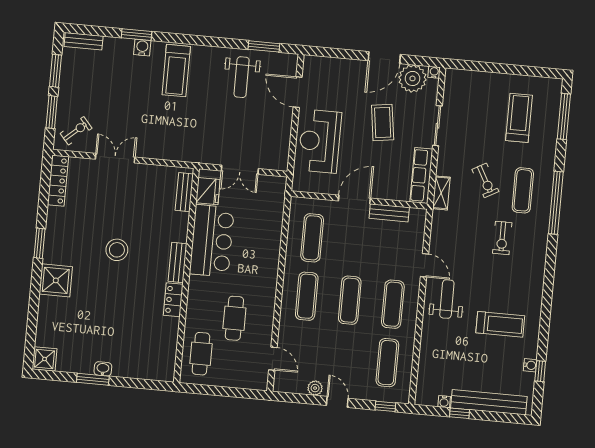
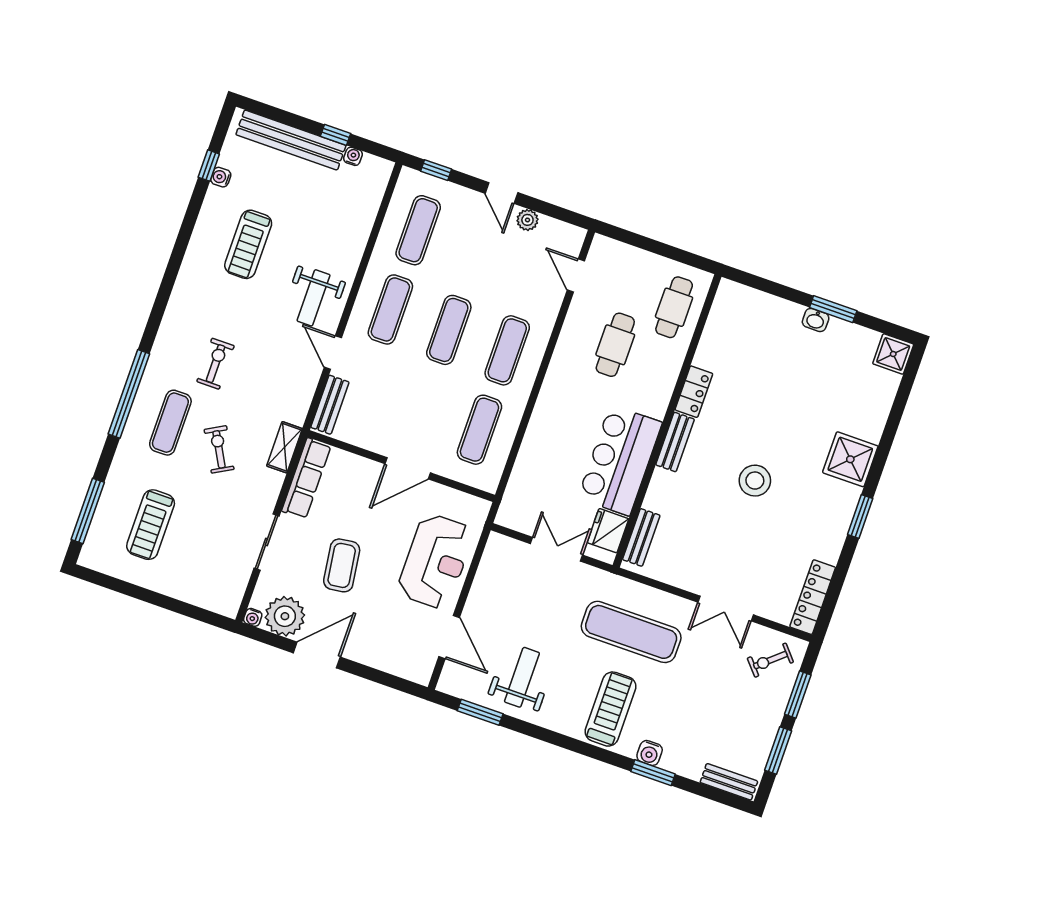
exercise mat: (175, 126) -> (631, 632), added
bench: (389, 213) -> (330, 405), moved, turned 90
treadmill: (500, 324) -> (248, 244), turned -90

